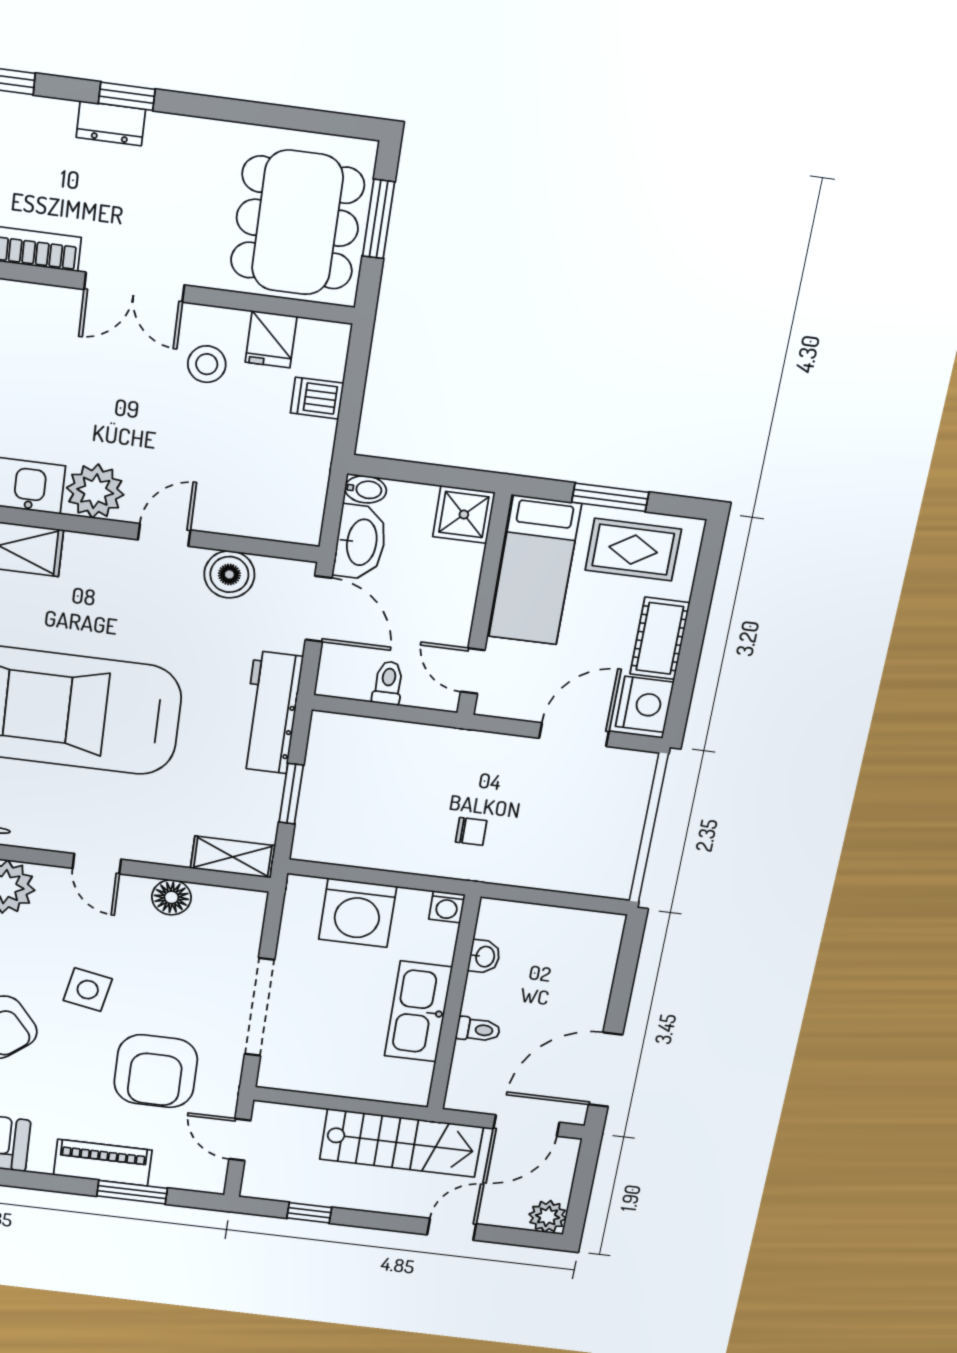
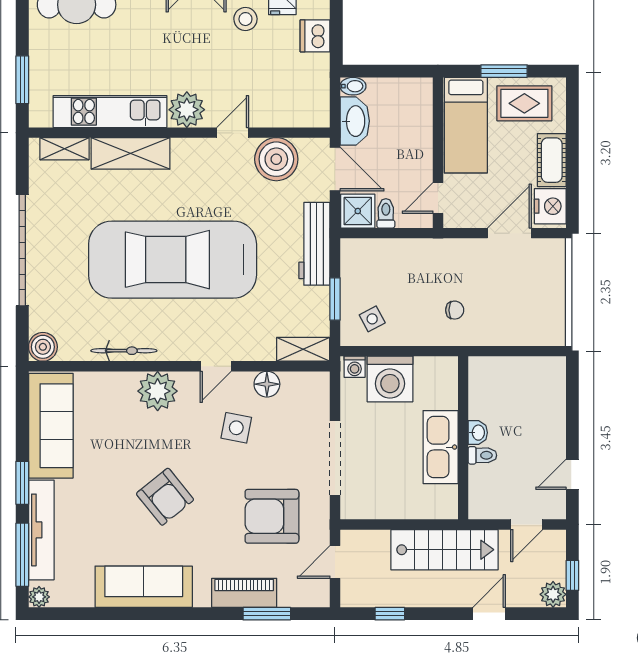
dishwasher: (317, 398) -> (315, 36), width x1.38
shower: (464, 515) -> (358, 211), moved
boiler: (229, 574) -> (276, 159), width x1.37, depth x1.37
door: (473, 671) -> (438, 198), hinge flipped
side table: (344, 828) -> (372, 319), added
door: (97, 864) -> (216, 366), hinge flipped
washing machine: (447, 907) -> (355, 367), moved
washbasin: (484, 957) -> (478, 433), moved
side table: (88, 990) -> (236, 428), moved
door: (606, 1070) -> (572, 474), width x0.53
armchair: (156, 1071) -> (272, 516), turned 90
door: (526, 1125) -> (527, 524), width x0.73
door: (240, 1140) -> (335, 562), hinge flipped
window: (580, 1197) -> (572, 575), added

